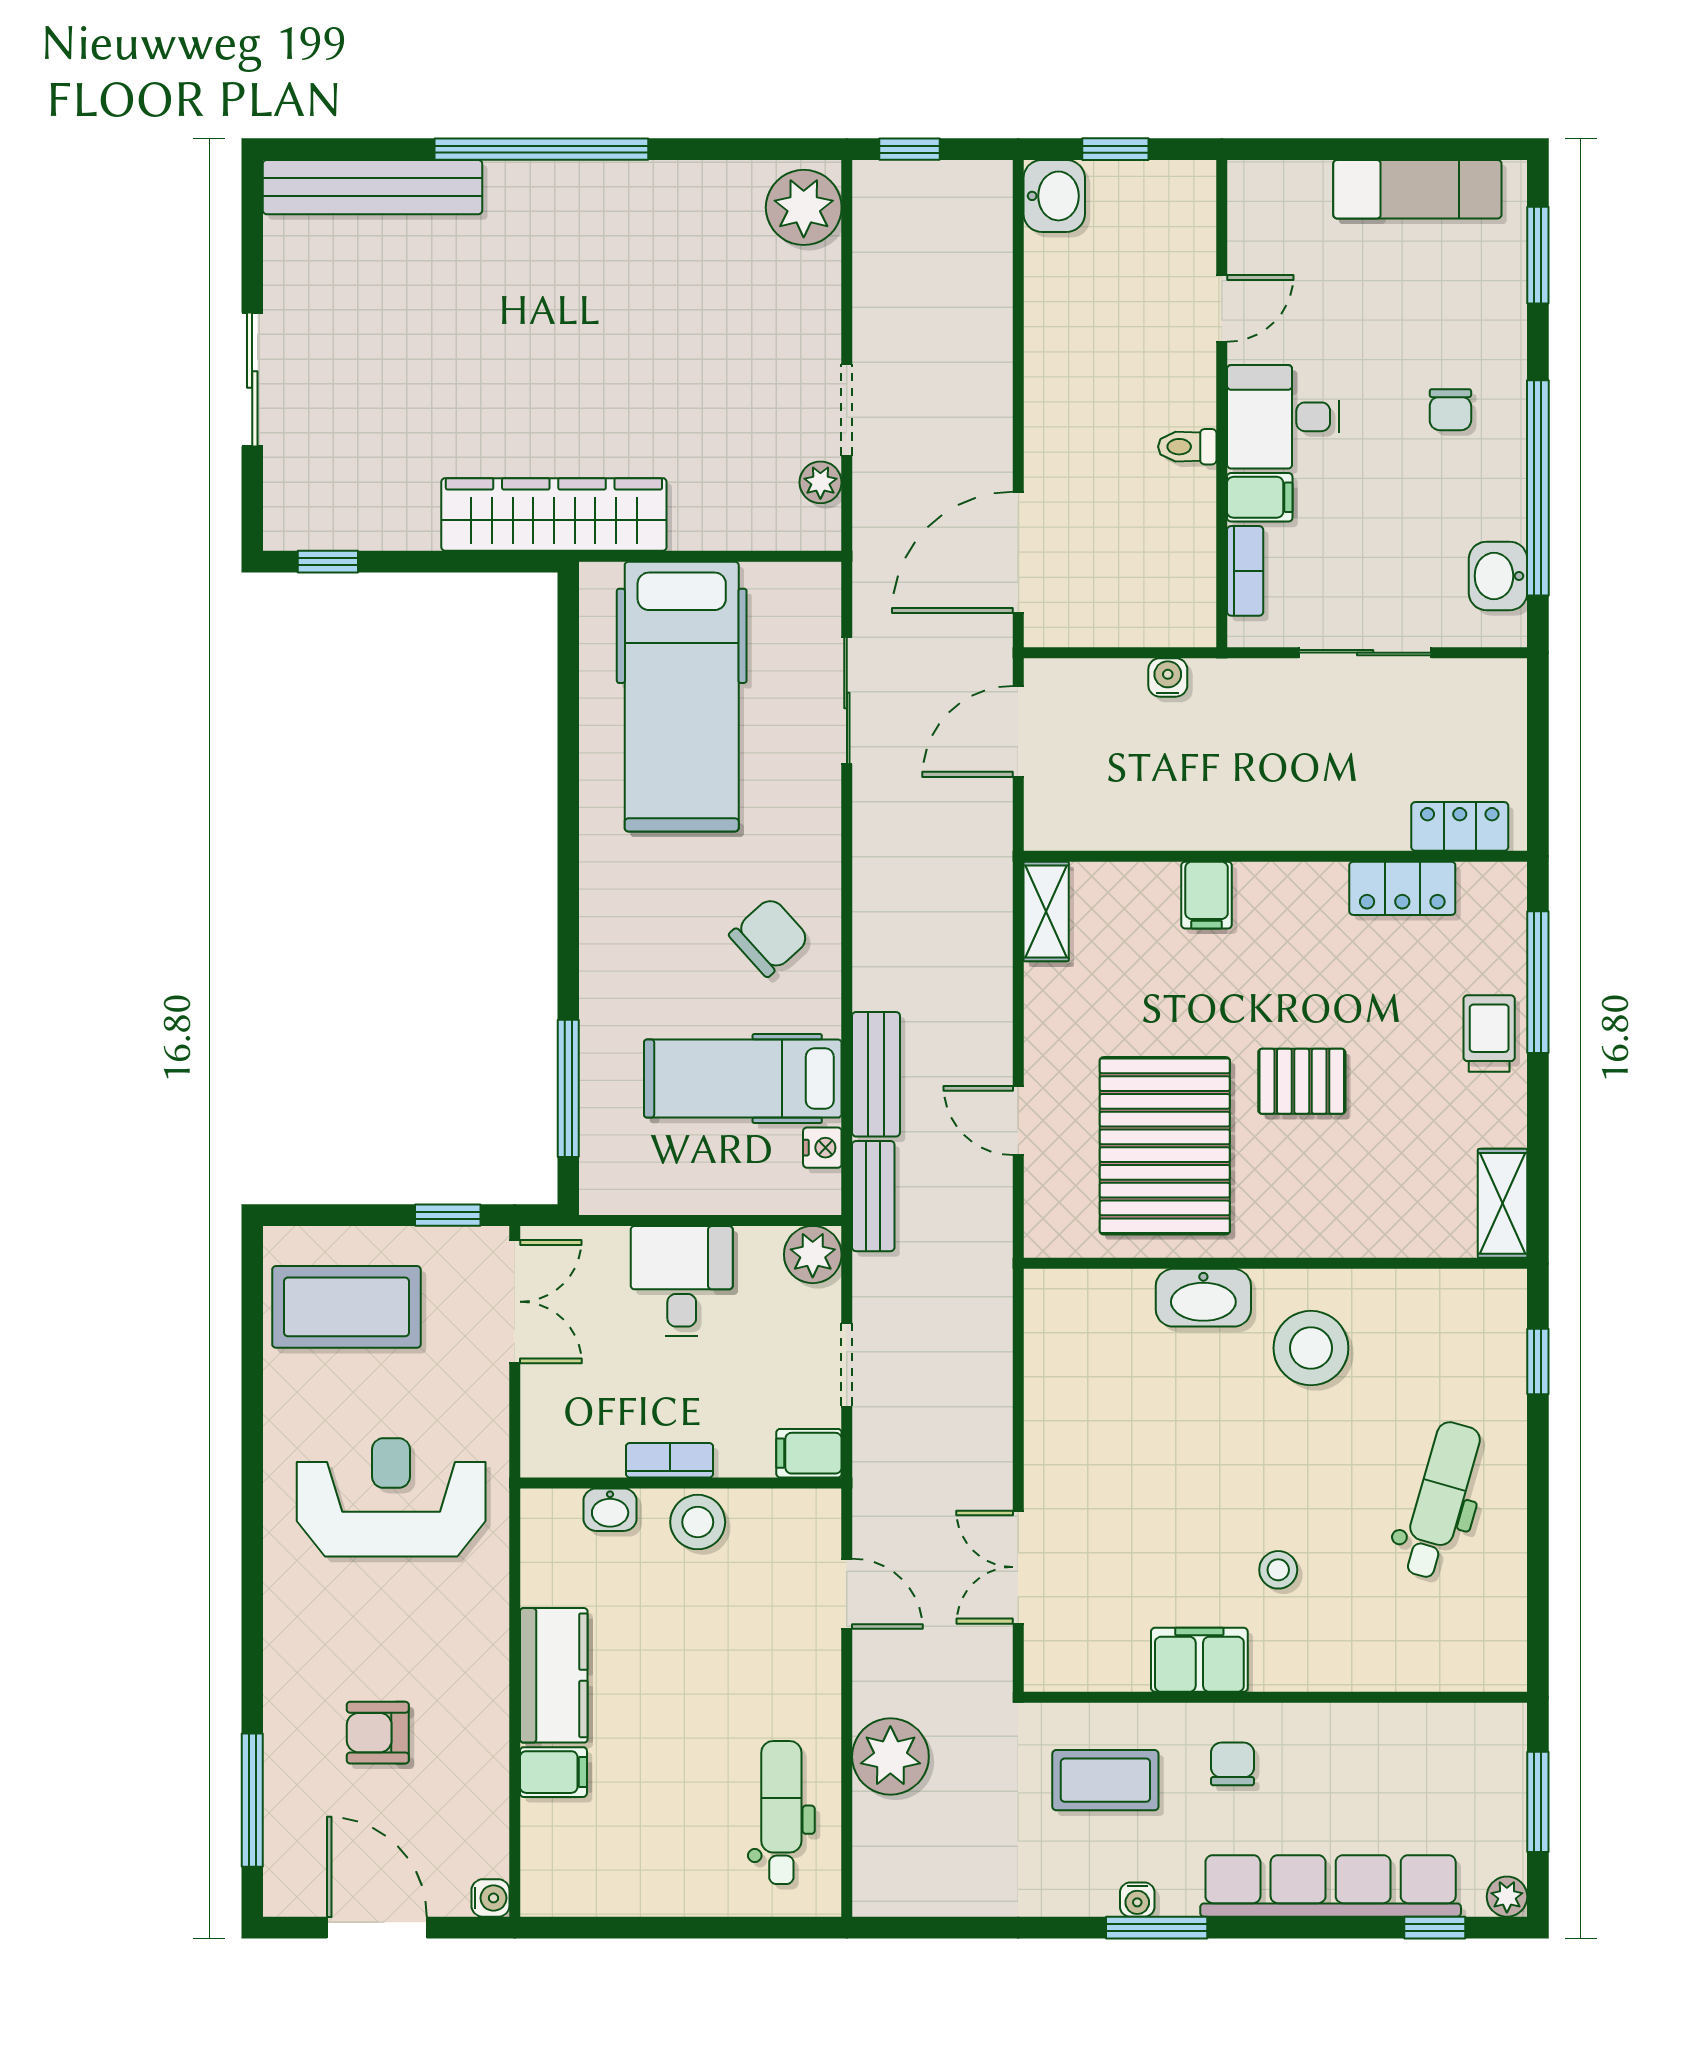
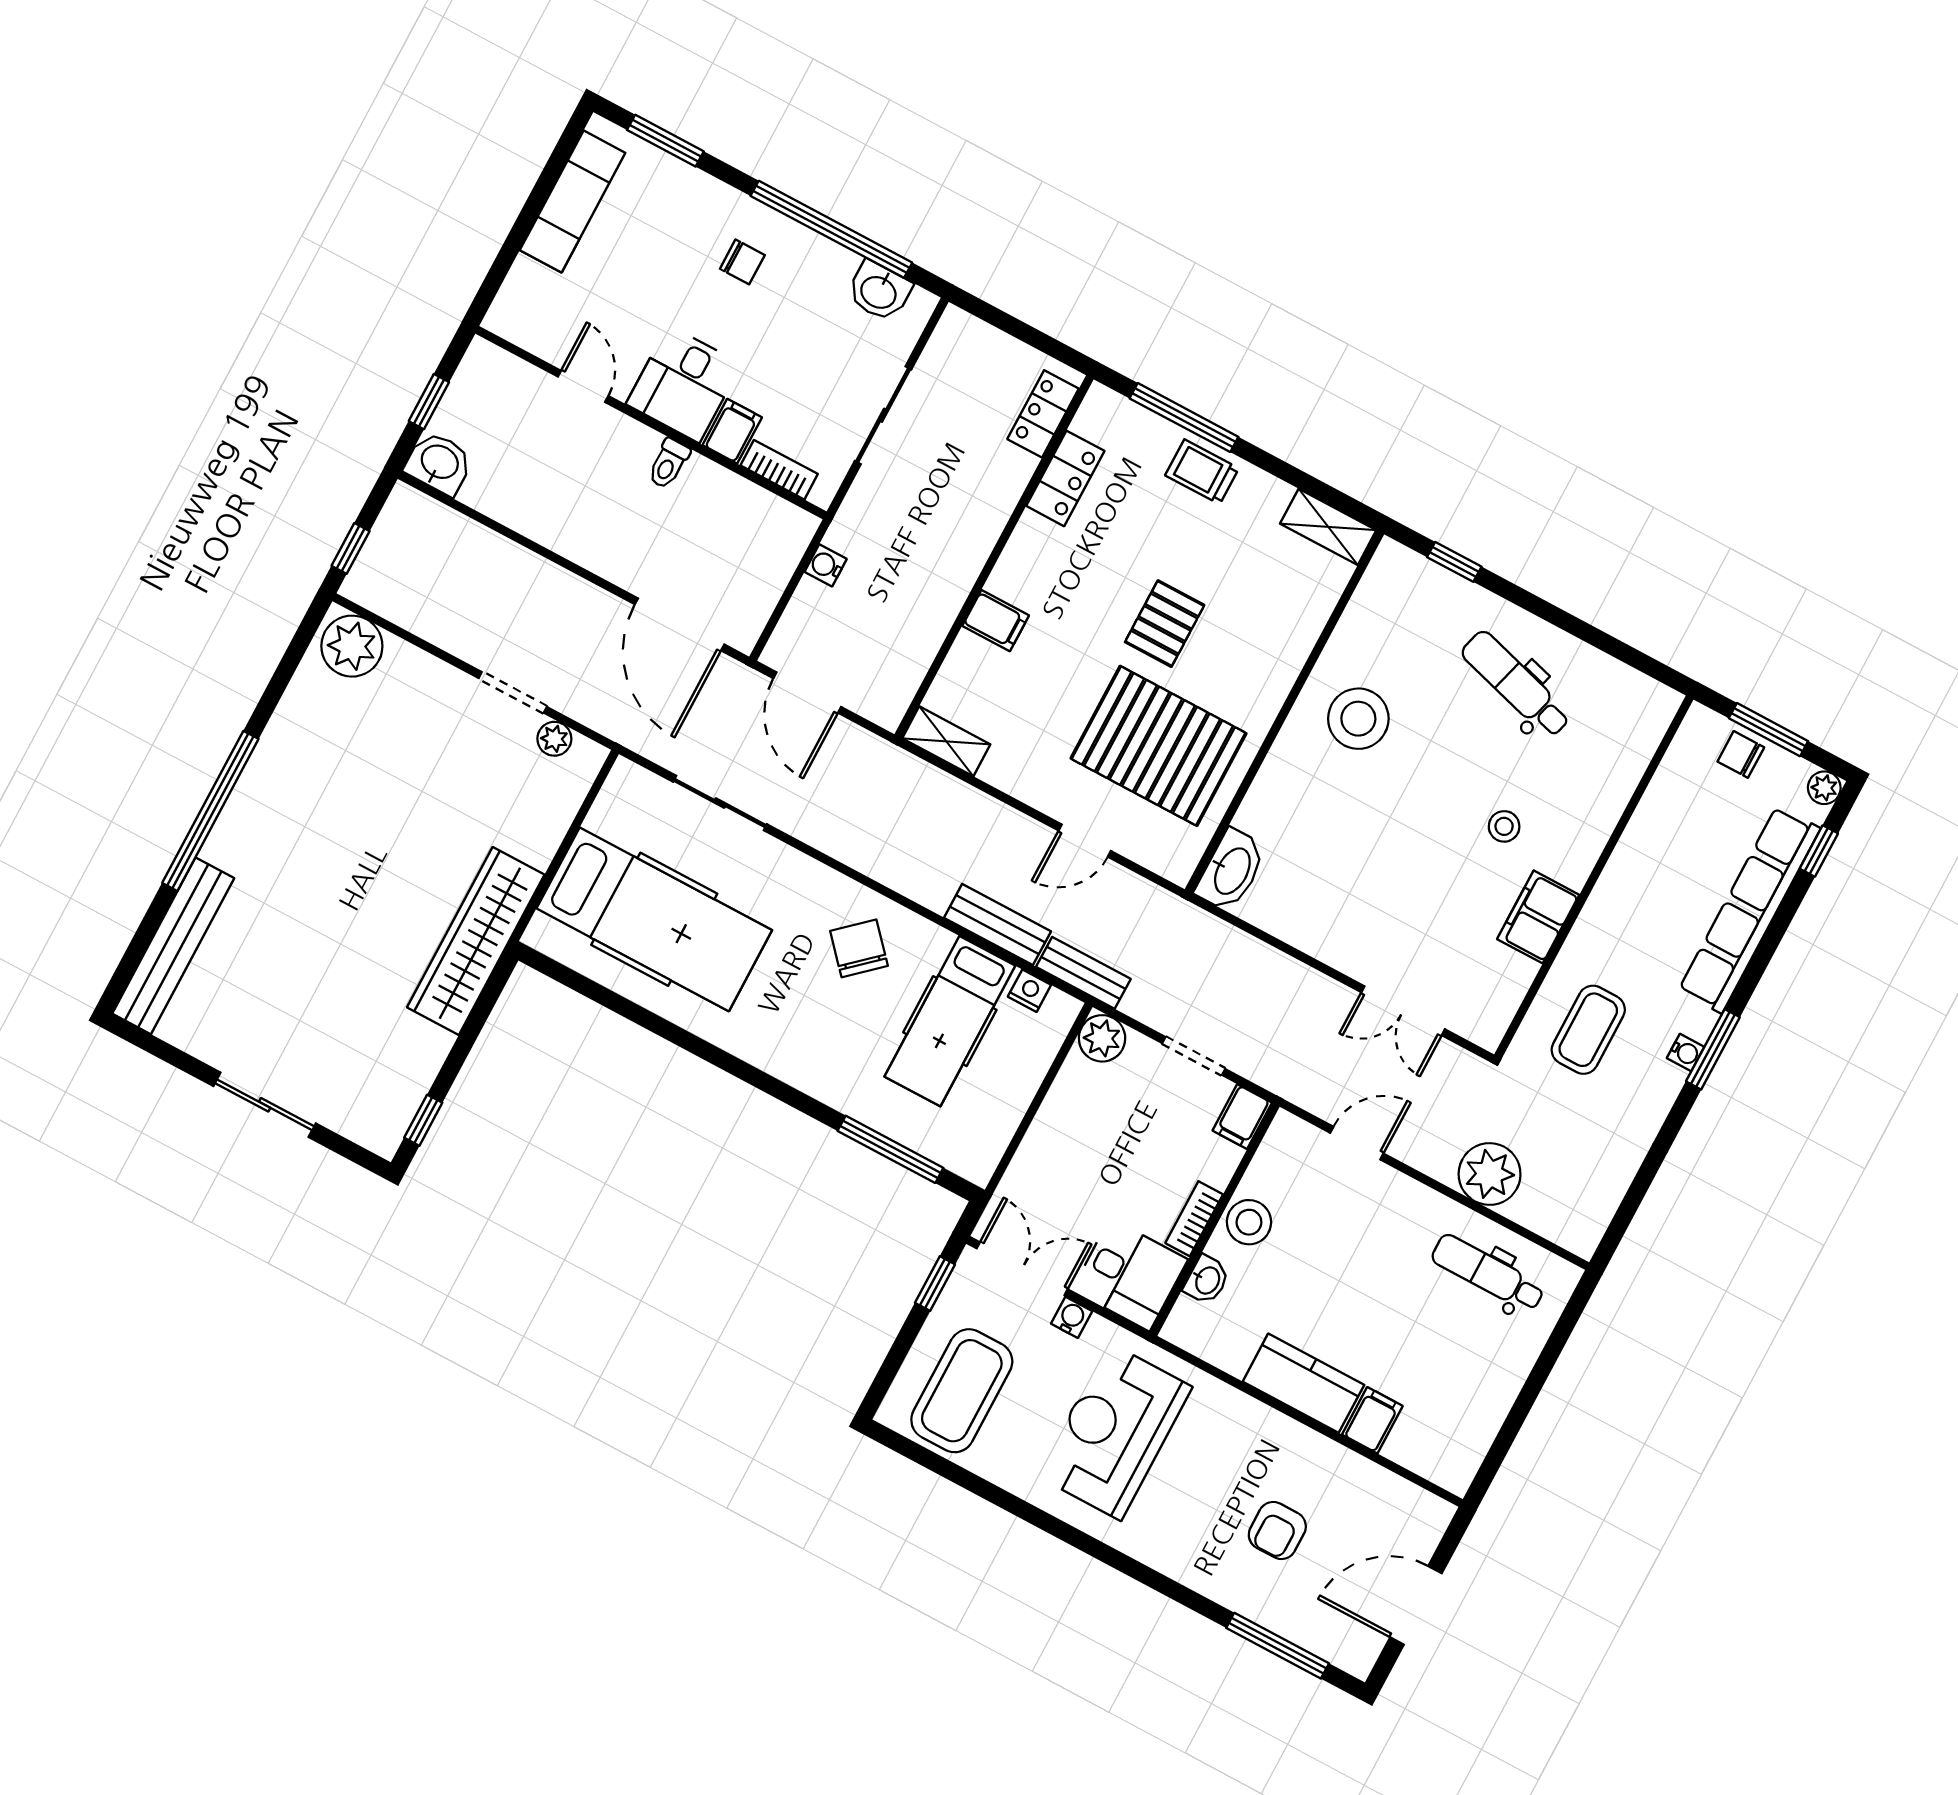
desk: (682, 1281) -> (1130, 1275), moved, turned 180
washbasin: (1203, 1298) -> (1231, 870), moved
chair: (1233, 1764) -> (1741, 754), moved
water cooler: (490, 1898) -> (1072, 1317), moved

